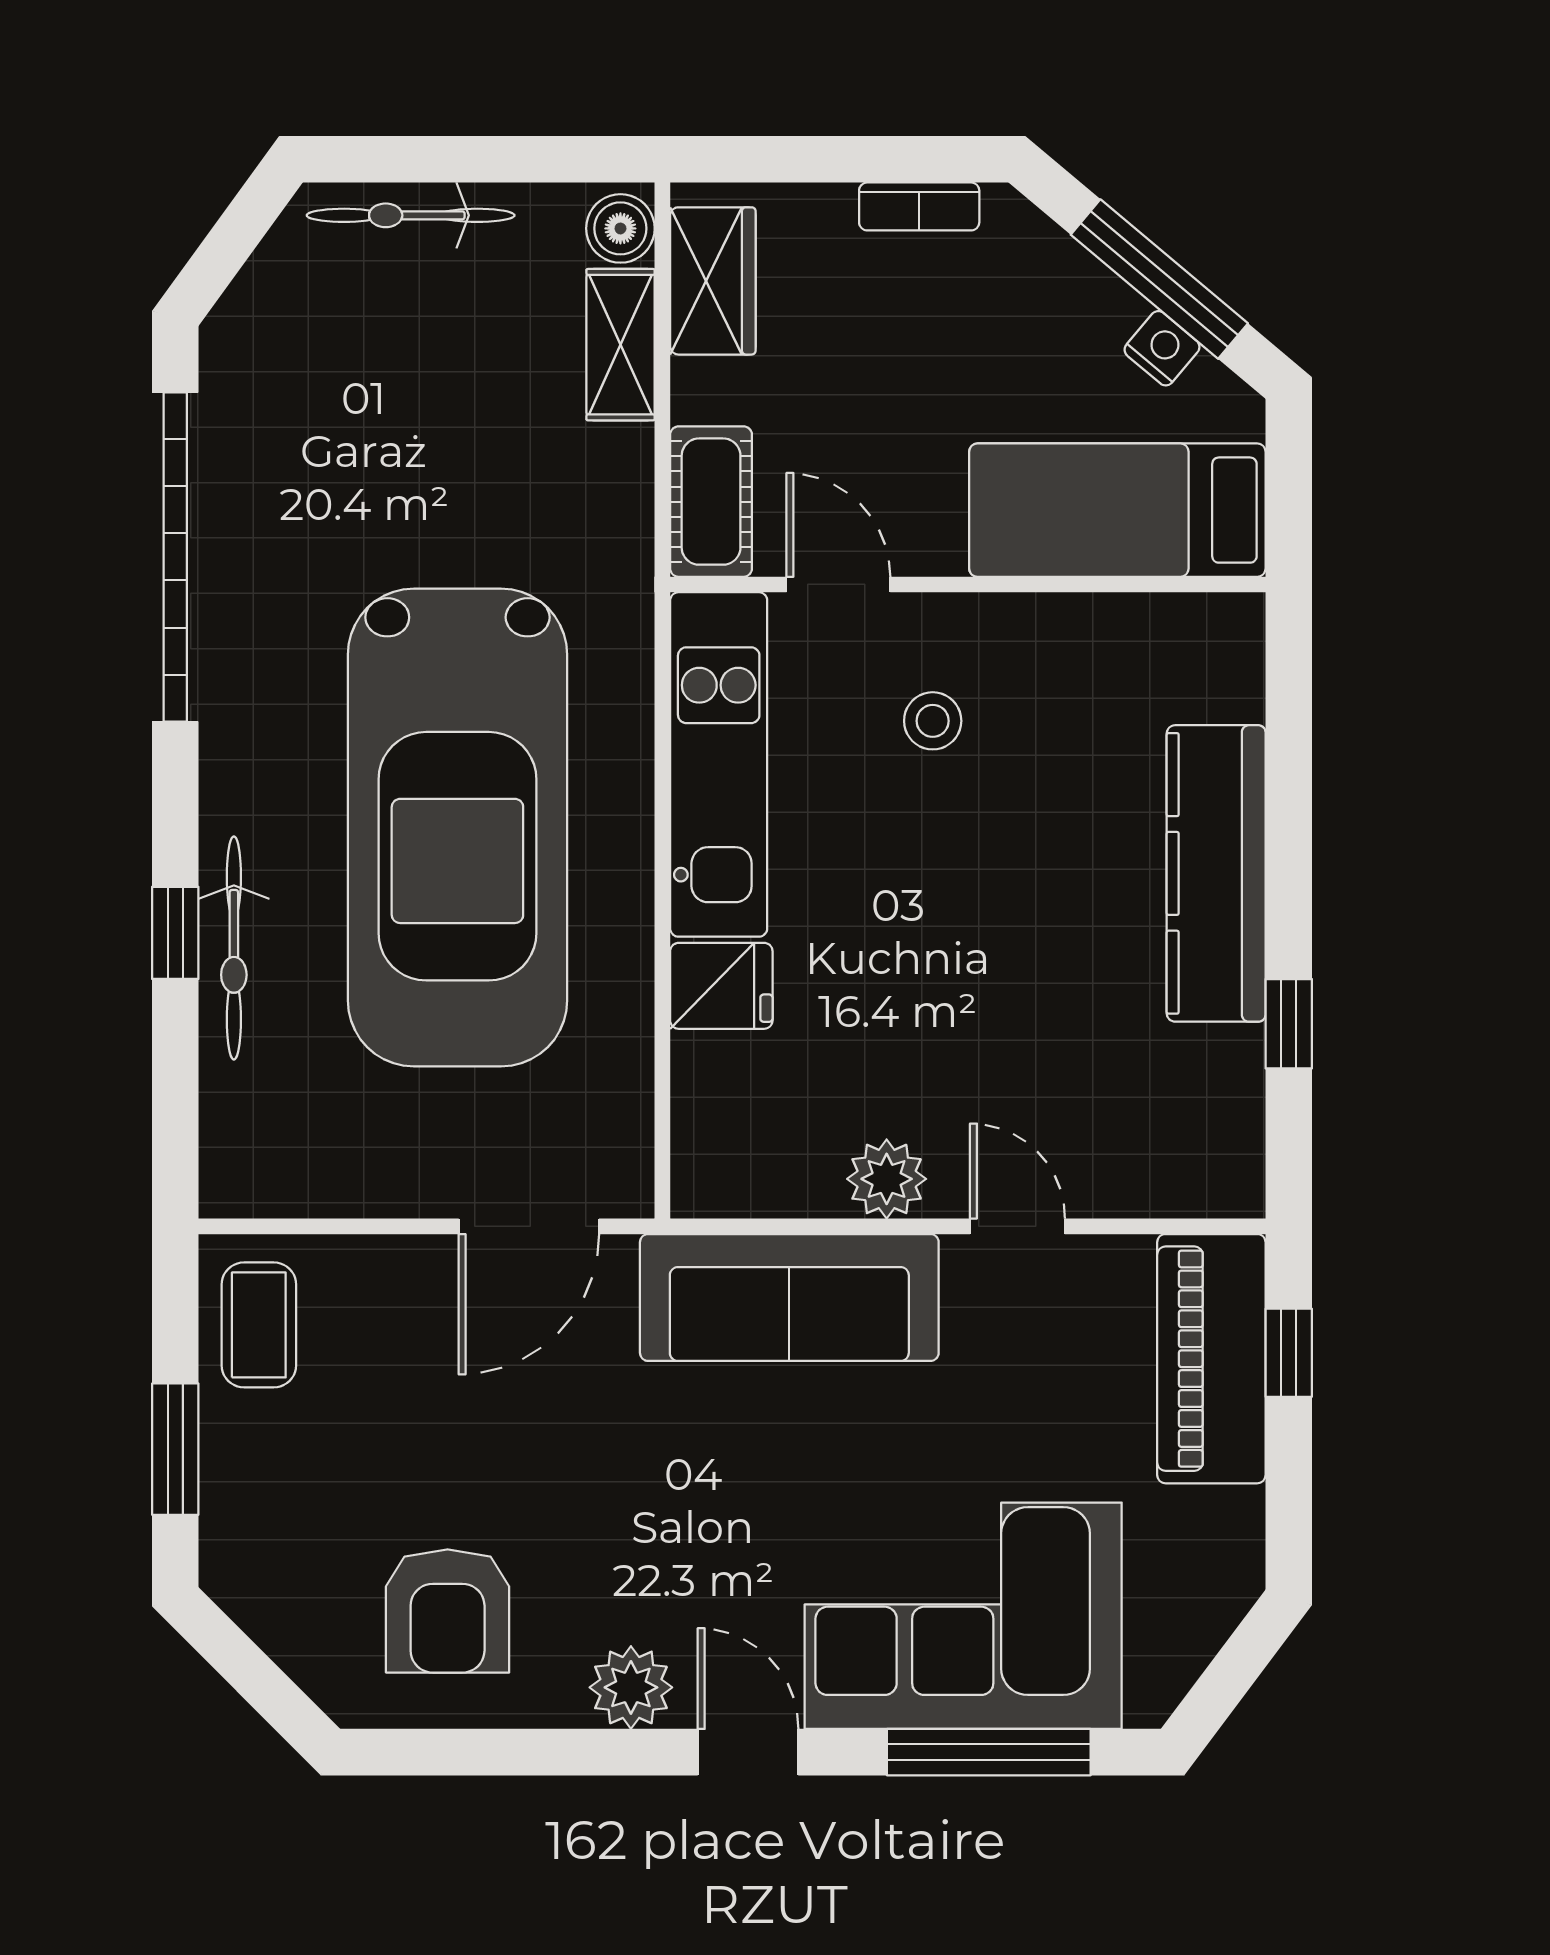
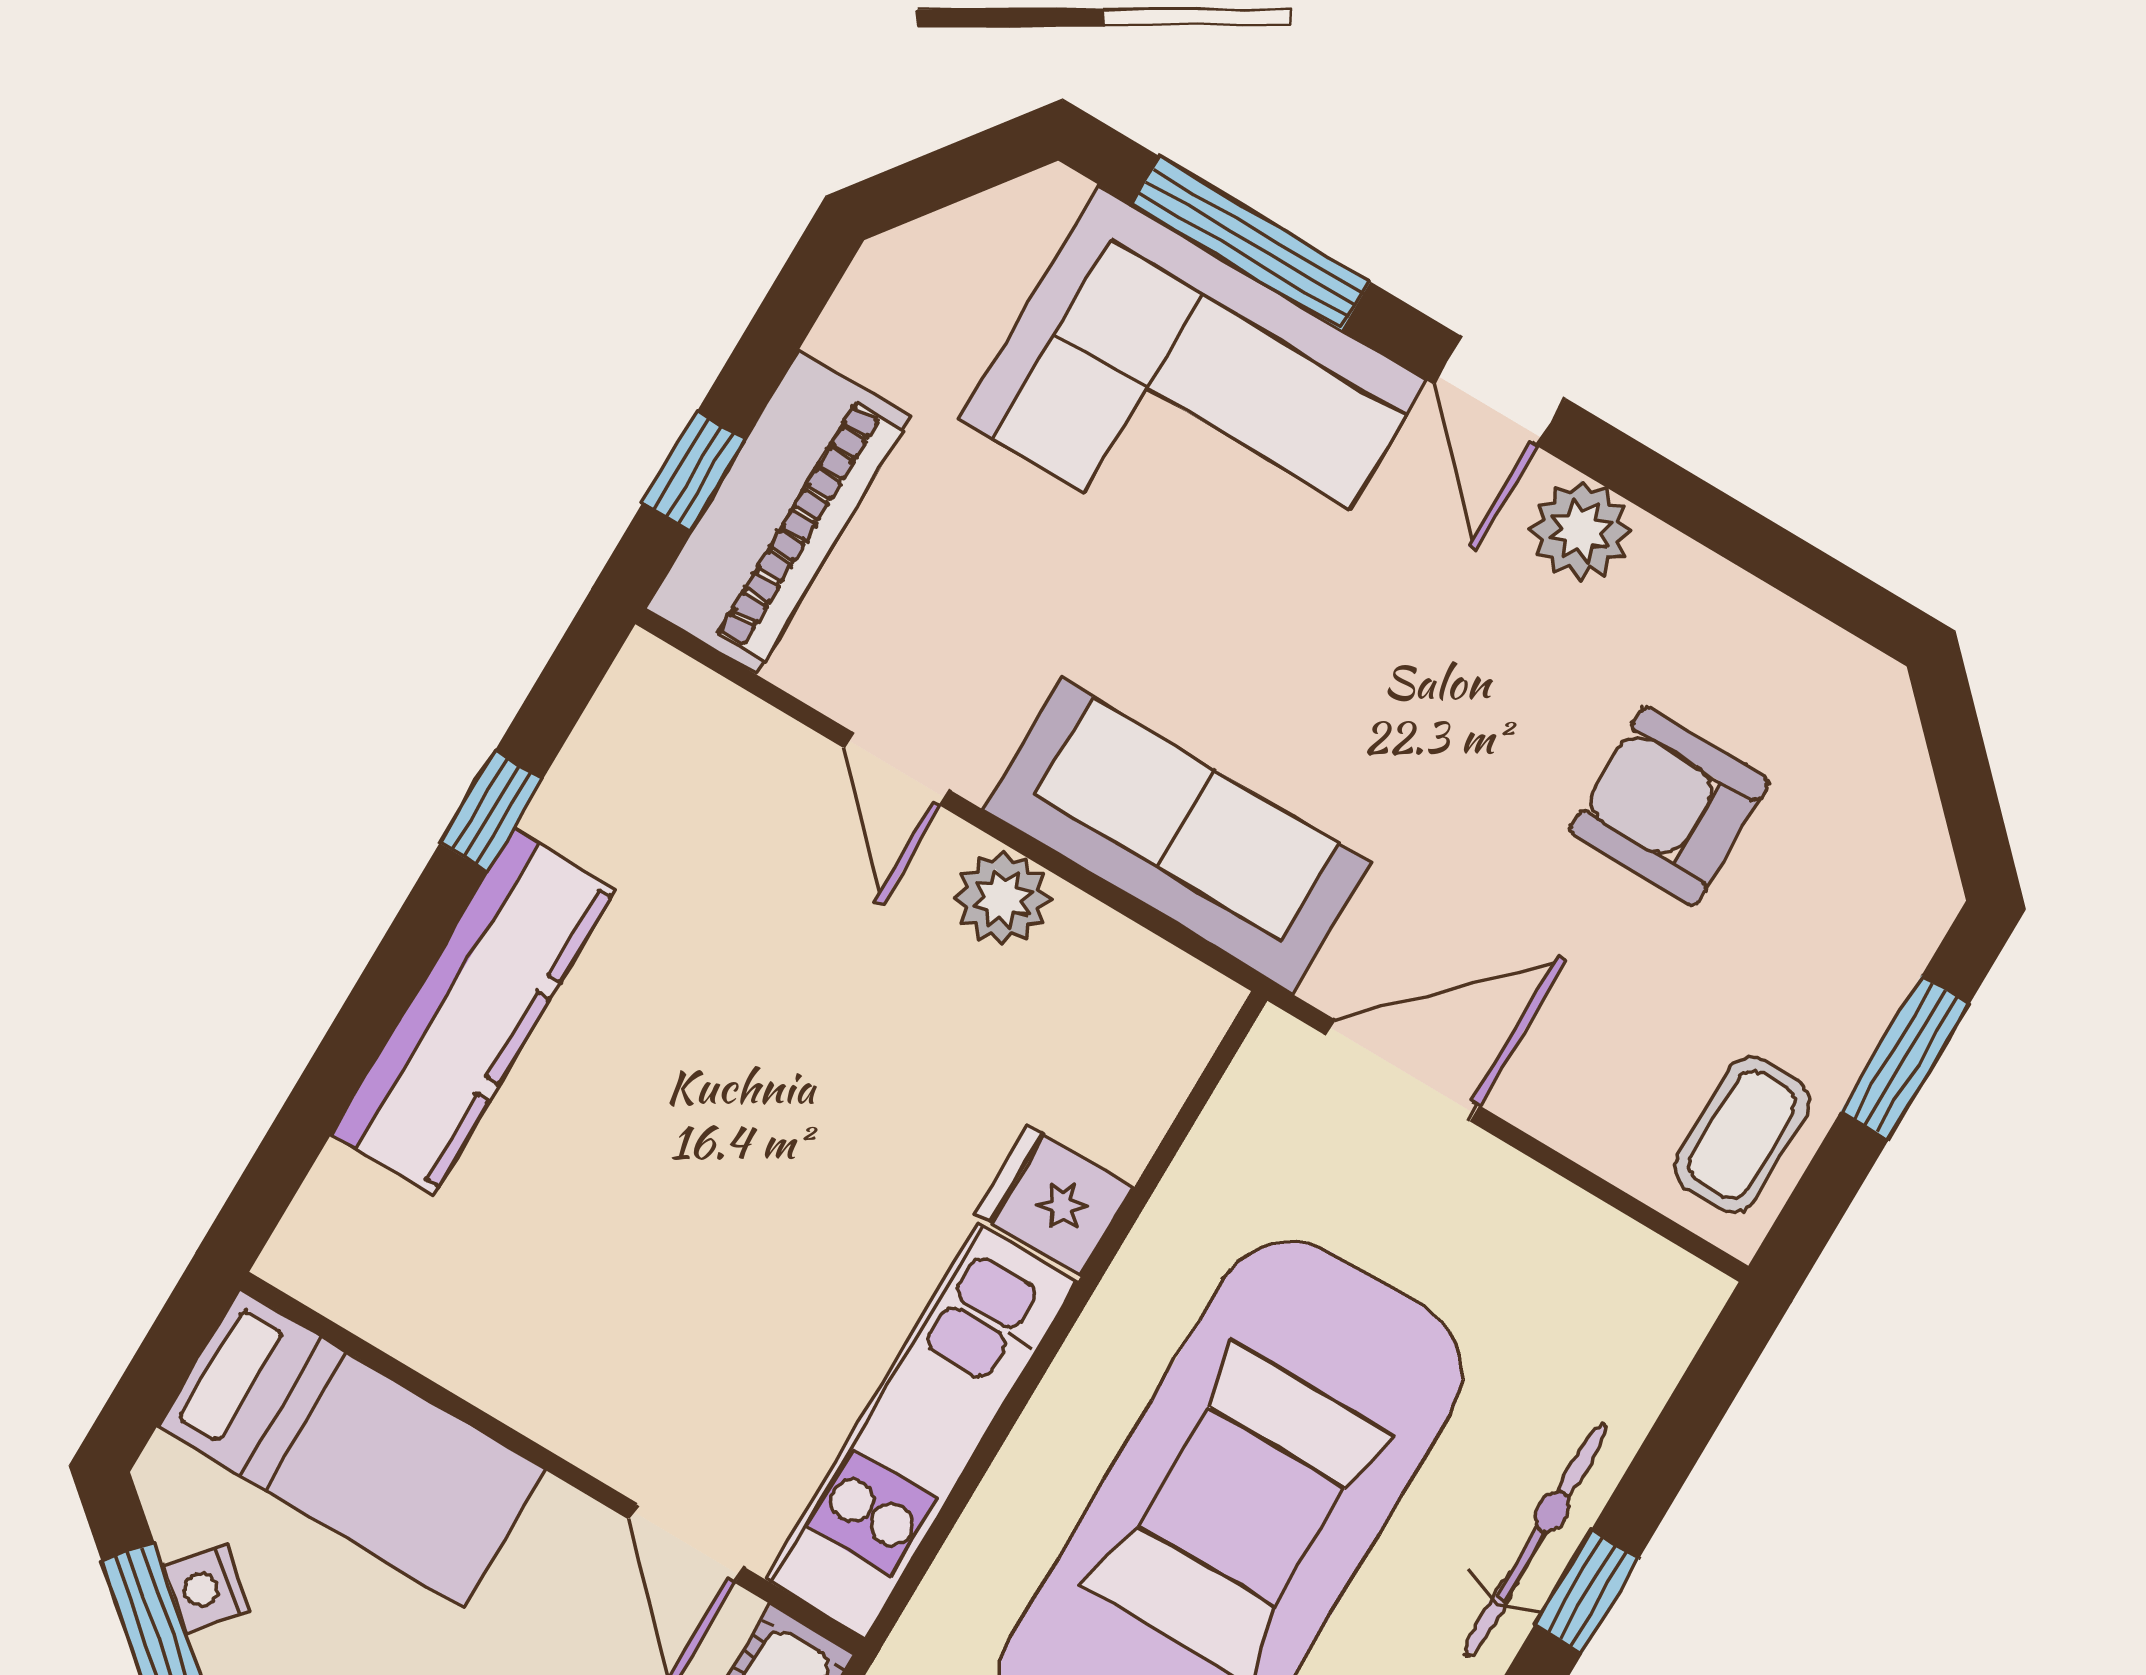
stool: (933, 721) -> (673, 1344), removed
armchair: (448, 1611) -> (1669, 806), moved, turned -90

